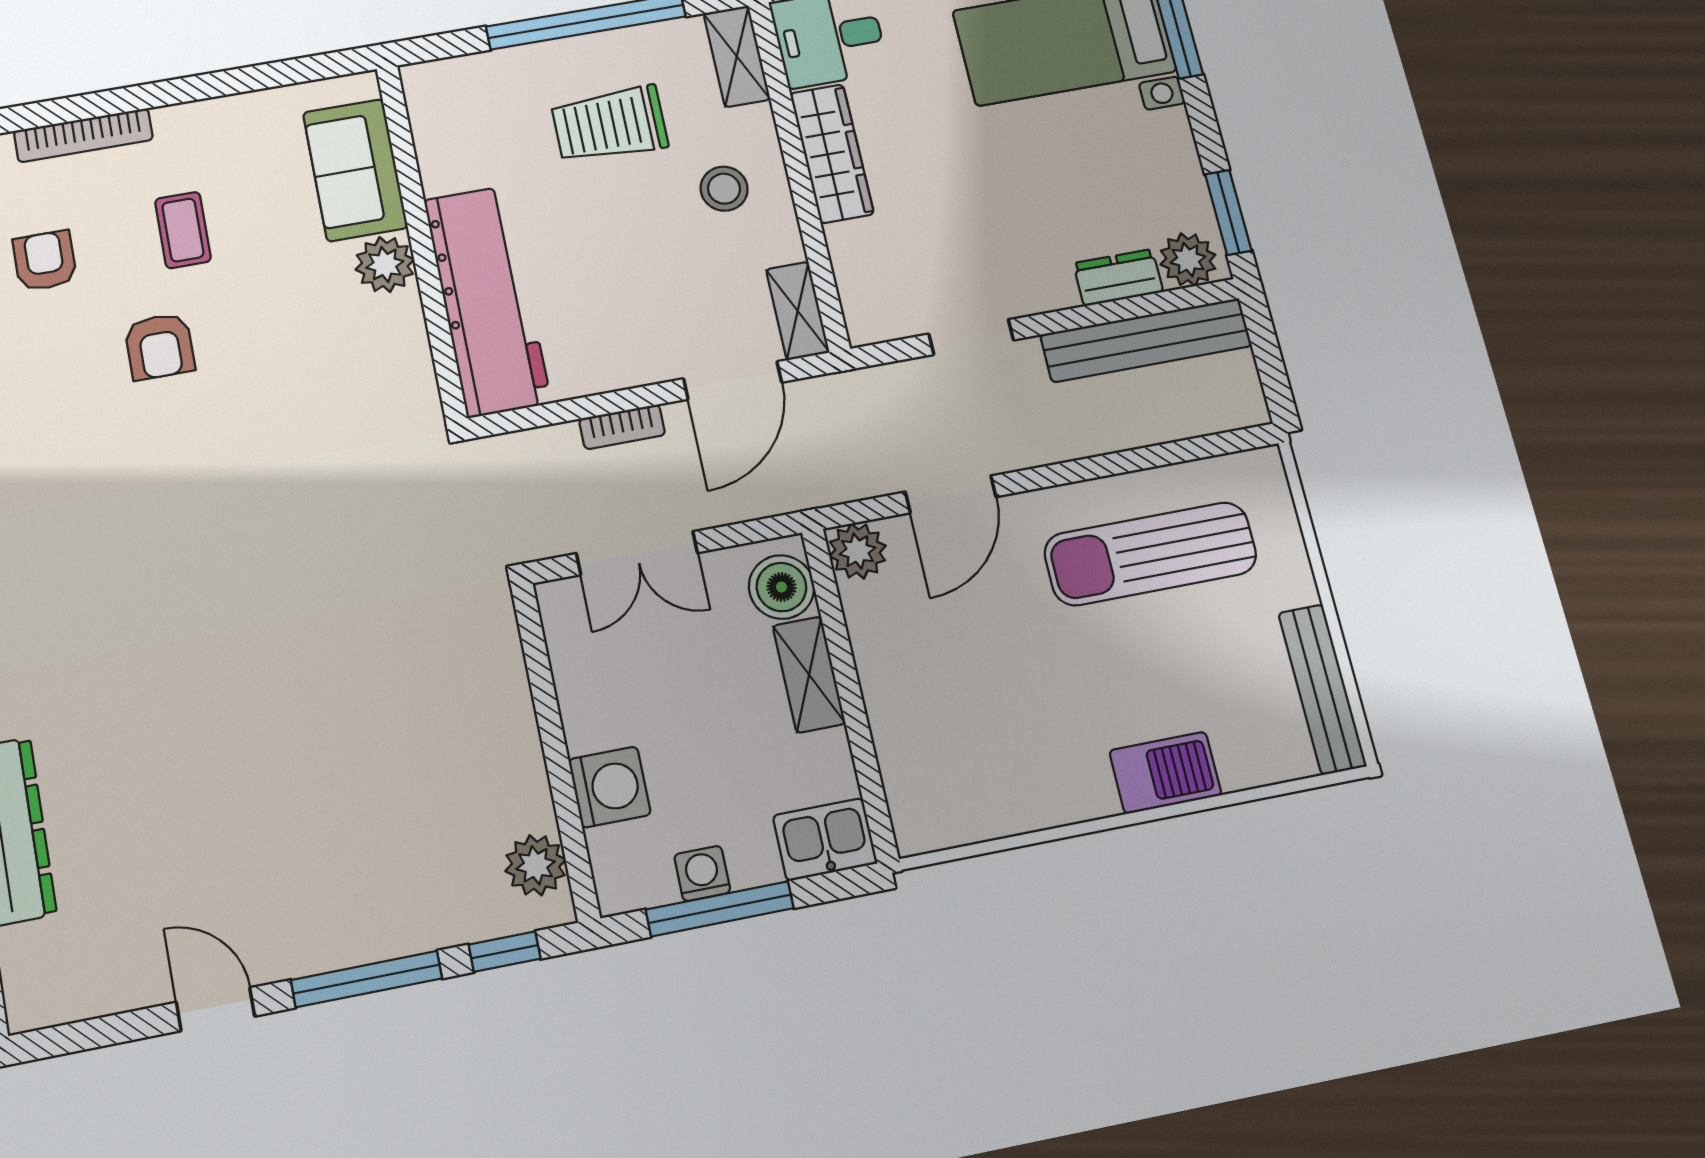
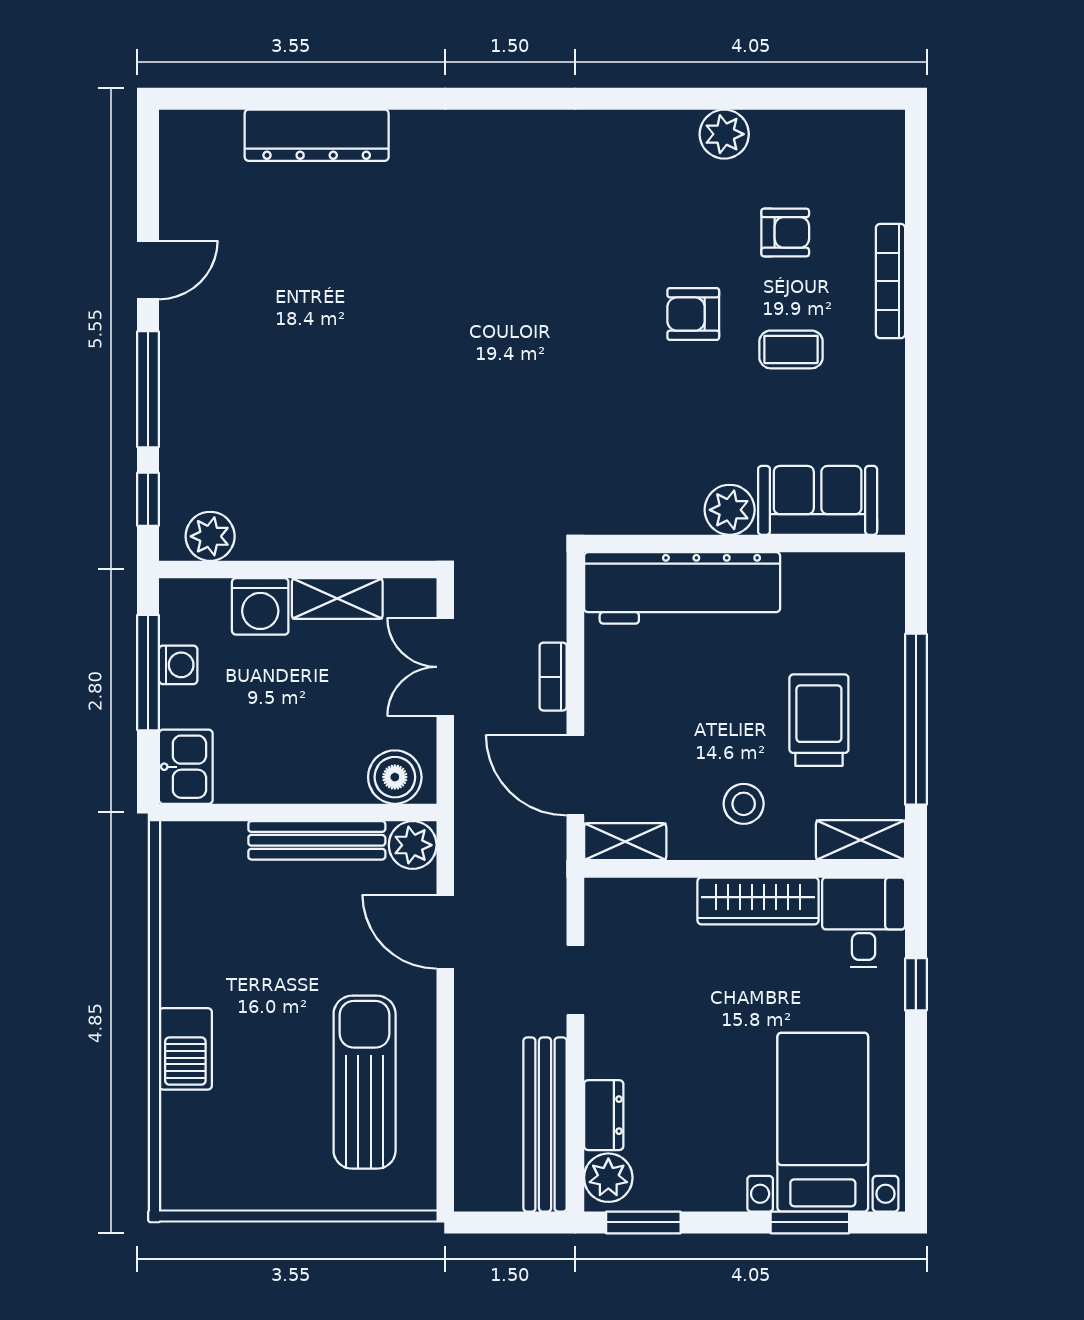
shelving: (809, 675) -> (337, 599), moved
bench: (1322, 689) -> (317, 840), moved

